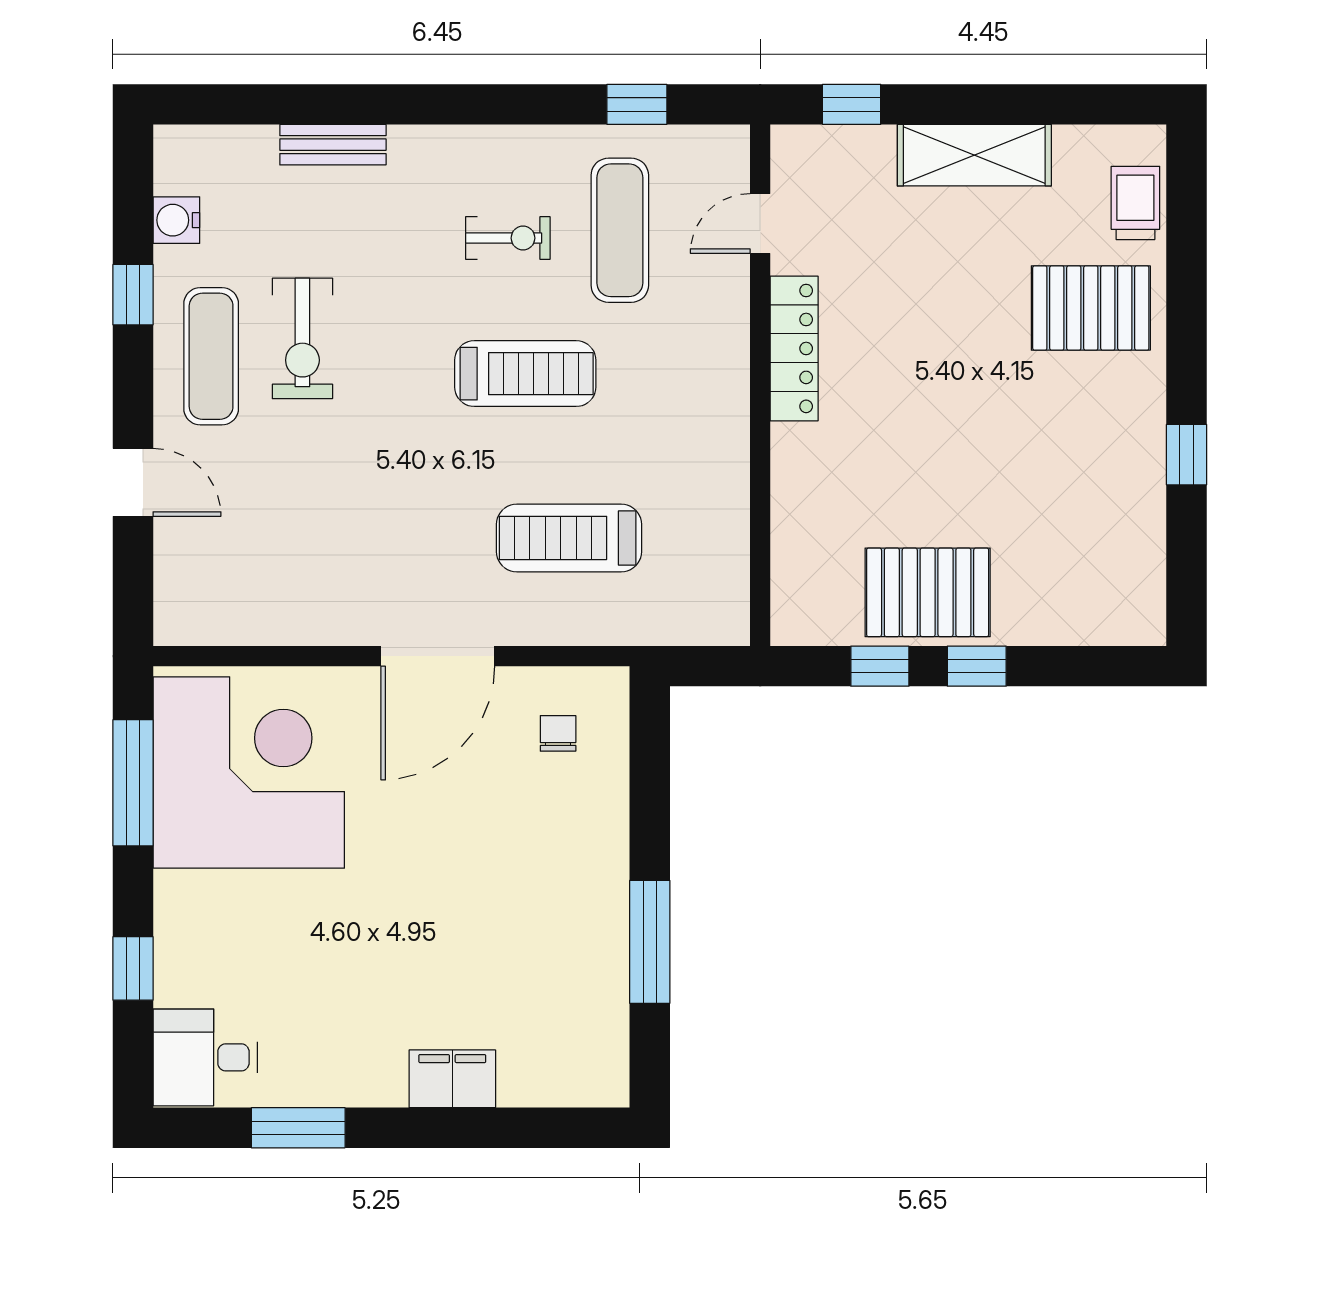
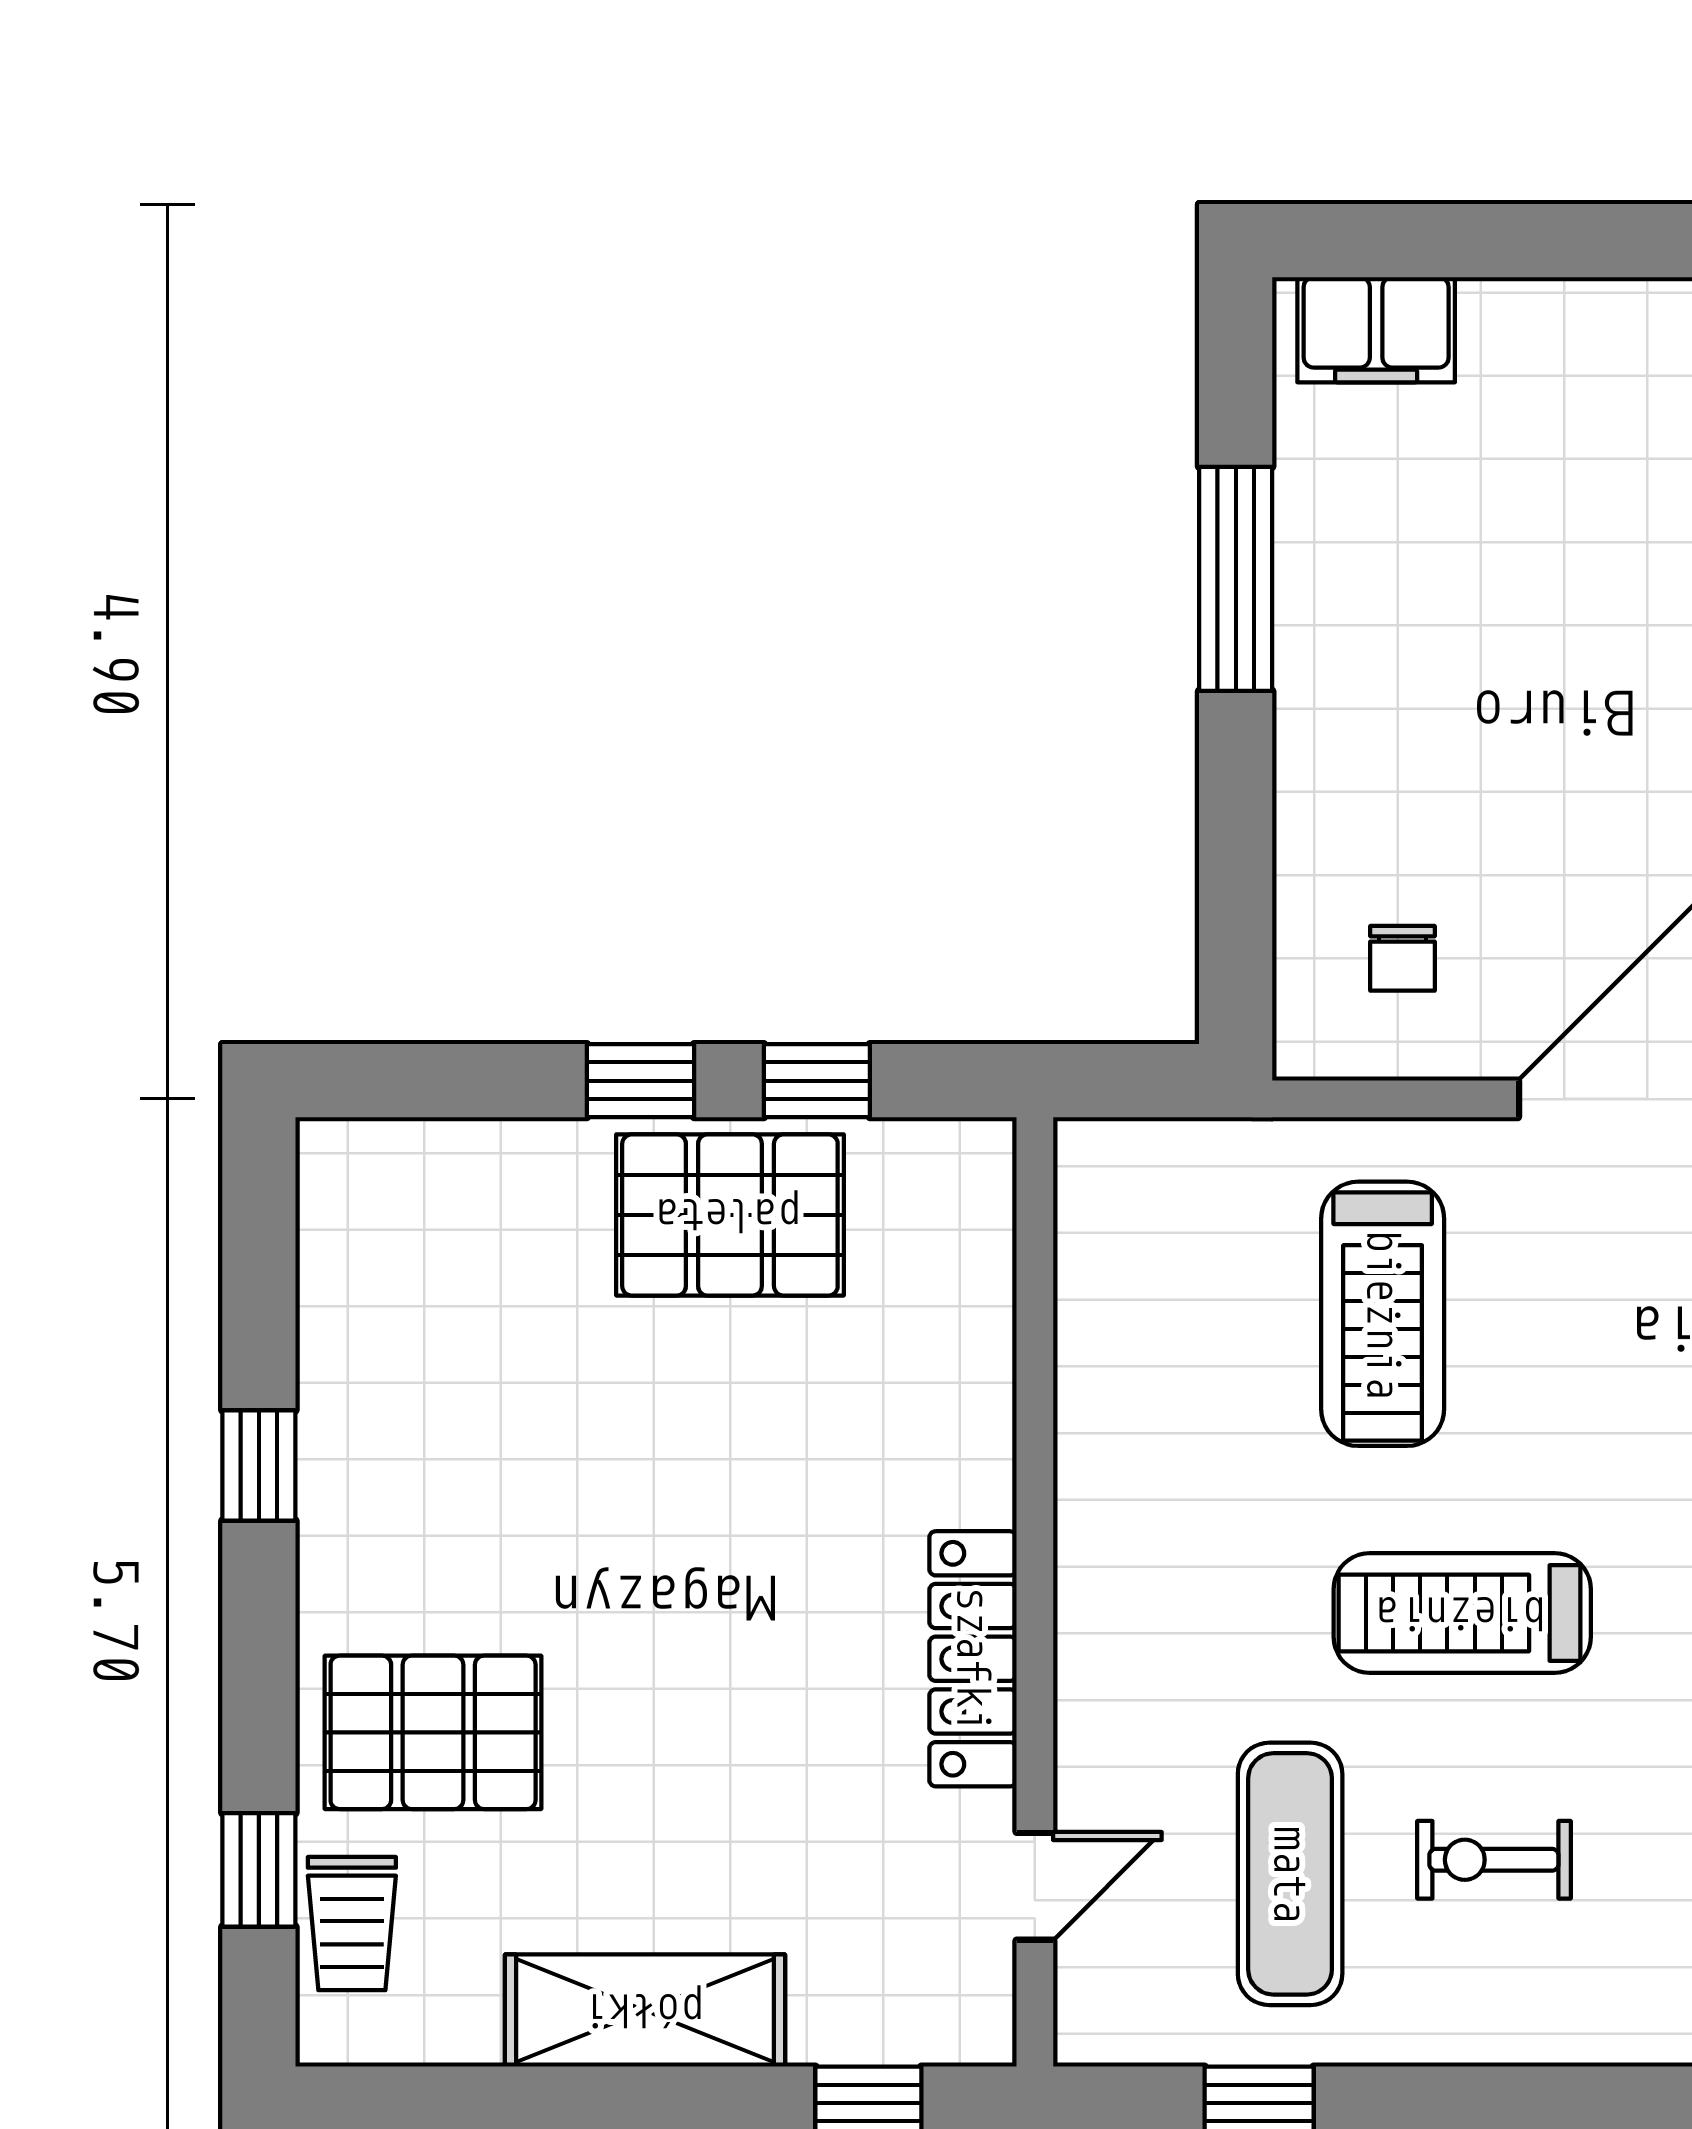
window: (1187, 232) -> (259, 1870), added
treadmill: (569, 538) -> (1383, 1314), turned 90
filing cabinet: (452, 1079) -> (1376, 330), moved

